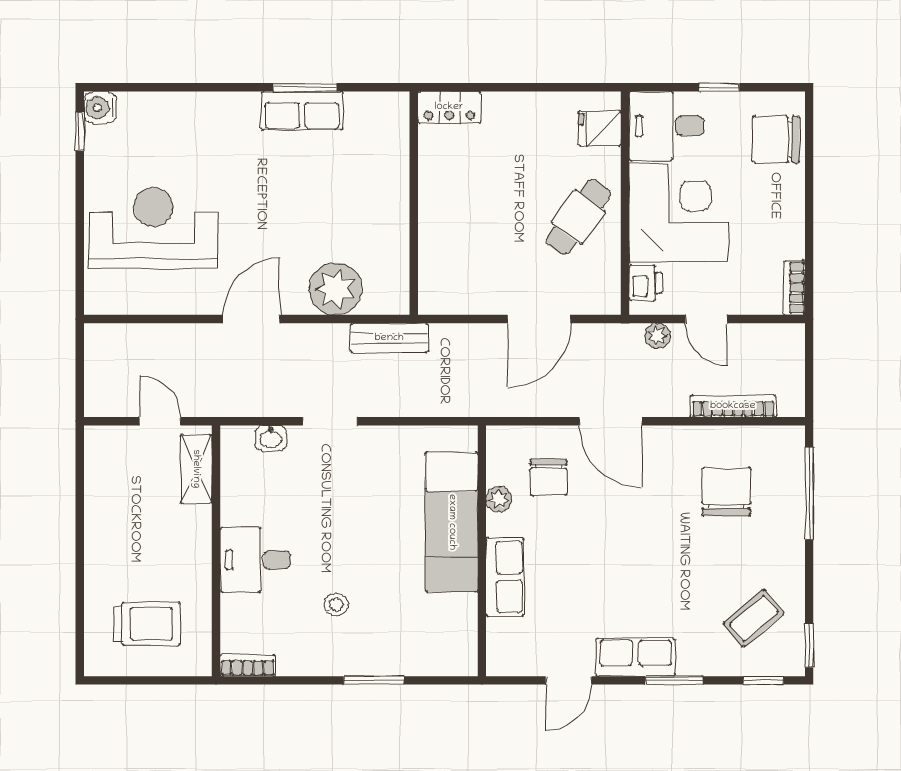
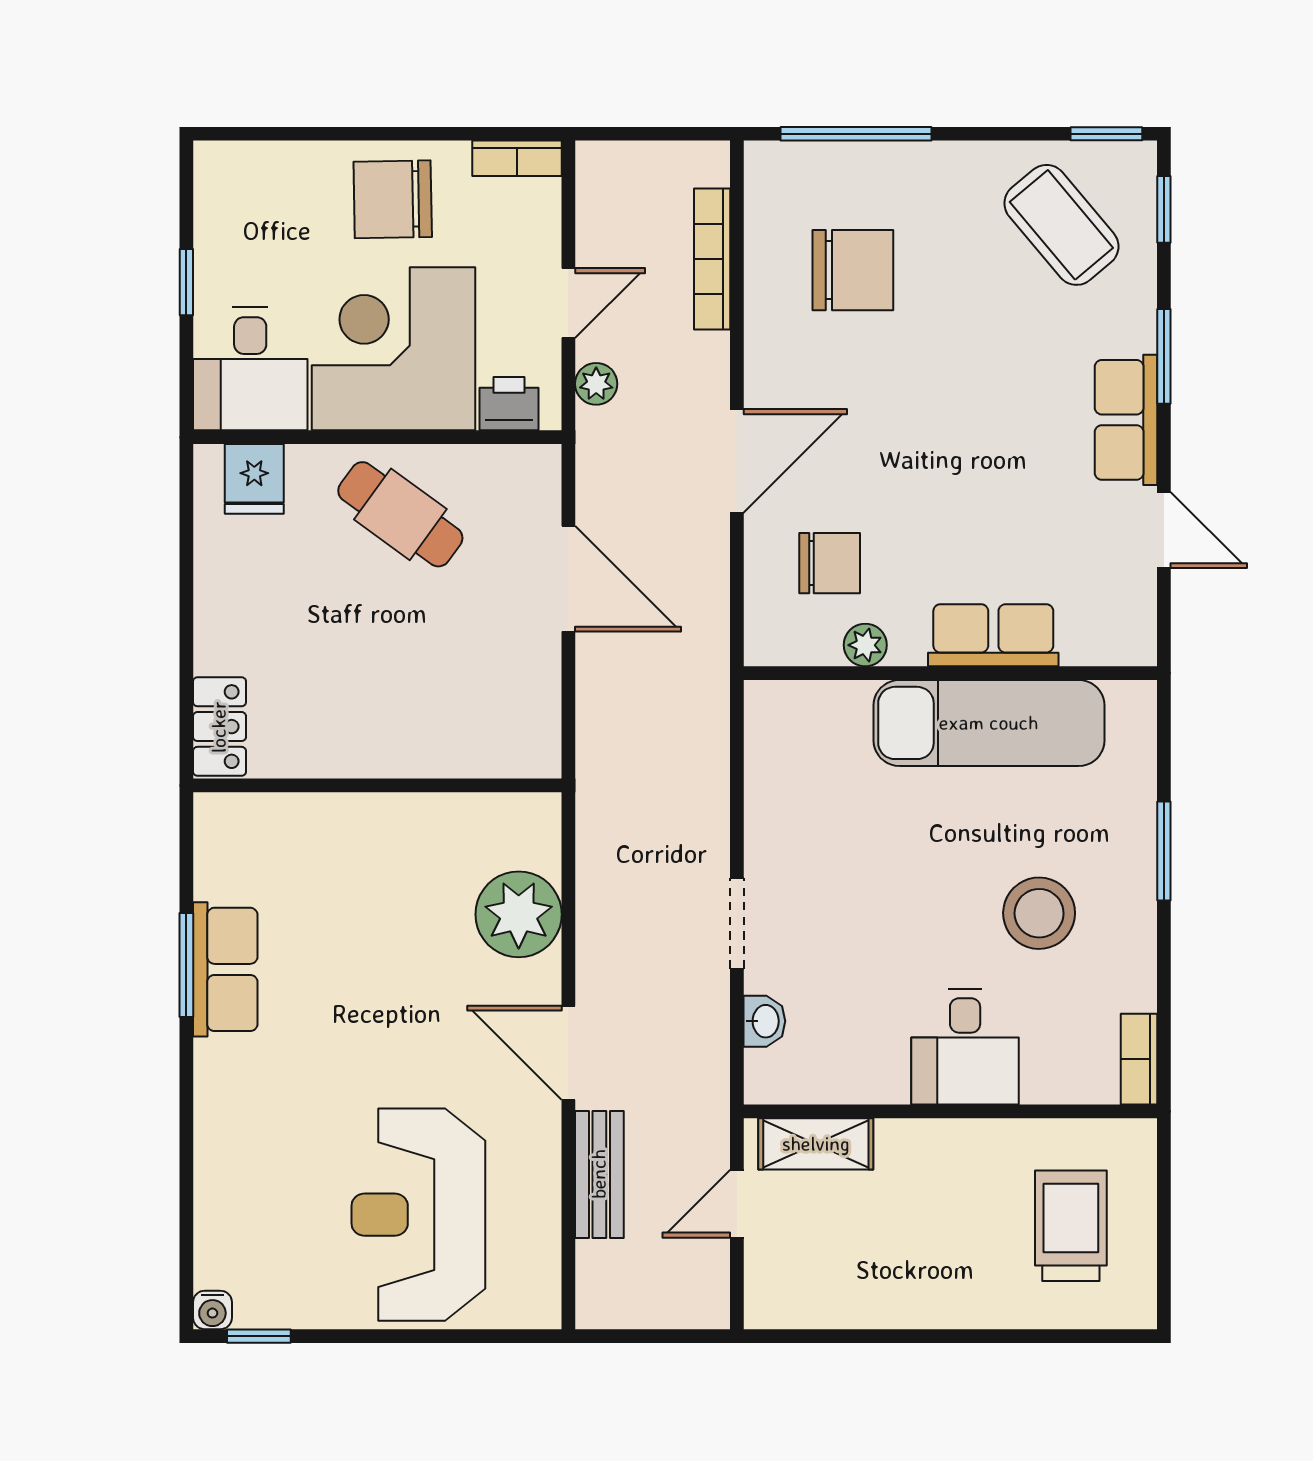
water cooler: (100, 108) -> (212, 1310), width x0.72, depth x0.72
chair: (776, 140) -> (393, 199), moved, turned 89
bench: (389, 338) -> (599, 1174), moved
chair: (726, 492) -> (853, 270), turned 180
exam couch: (452, 522) -> (989, 723), moved
stool: (336, 605) -> (1039, 913), width x1.89, depth x1.89
coffee table: (754, 618) -> (1061, 225), width x1.36, depth x1.30

